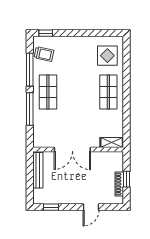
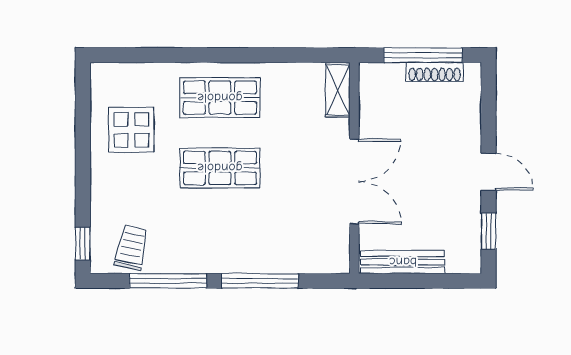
display table: (107, 56) -> (131, 130), moved
shop shelf: (48, 92) -> (220, 168), moved
window: (127, 179) -> (423, 55), width x2.17
door: (91, 207) -> (488, 172), moved

